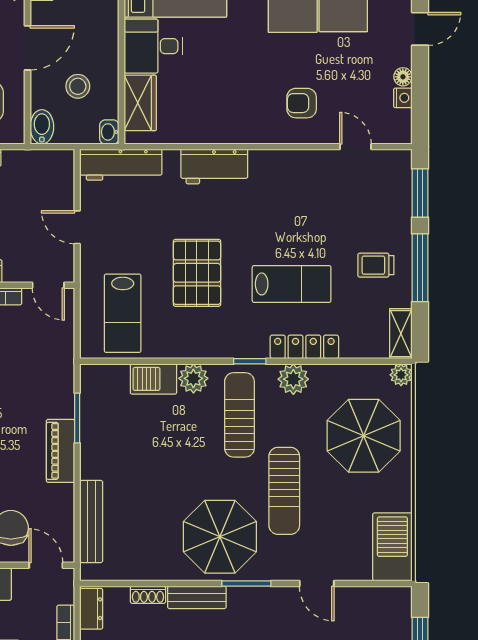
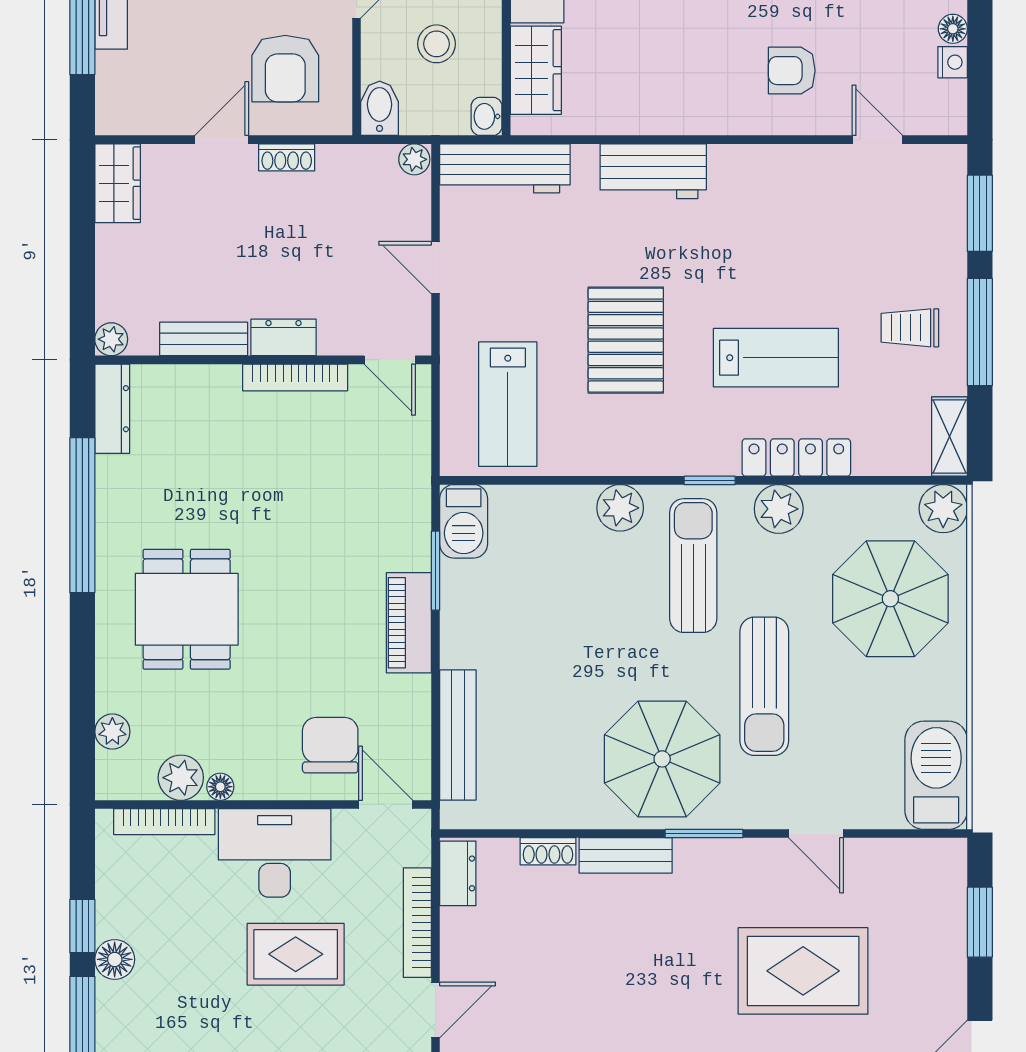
plant: (64, 159) -> (414, 159), added
plant: (401, 375) -> (943, 509), width x1.38, depth x1.38
barbecue: (153, 379) -> (464, 521), moved, turned -90

